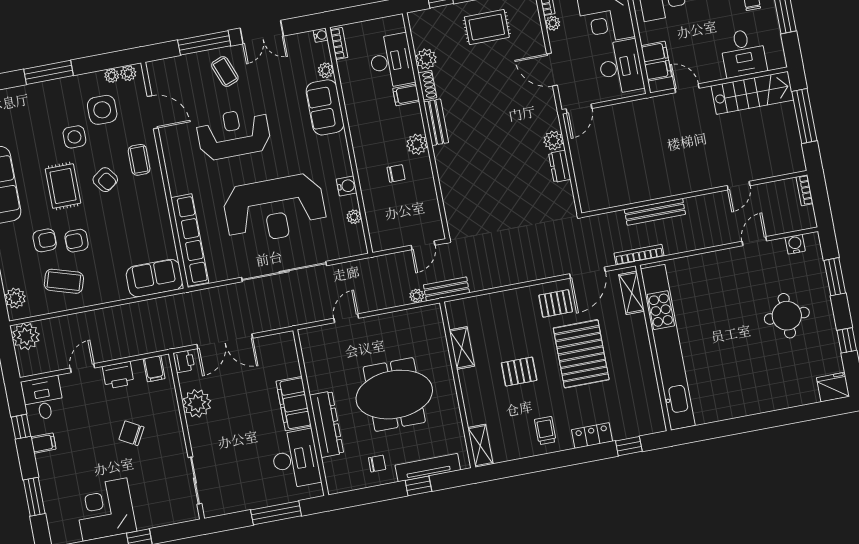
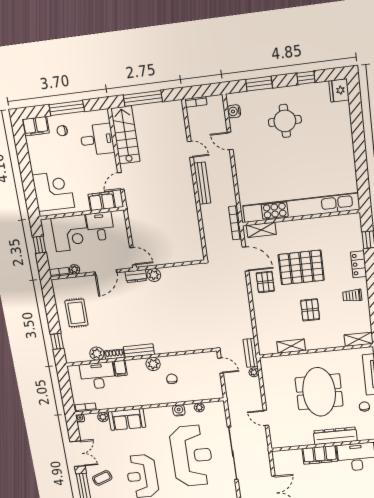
desk: (621, 67) -> (100, 226), width x0.73
dresser: (560, 166) -> (136, 276), moved
bench: (655, 212) -> (202, 183), moved

